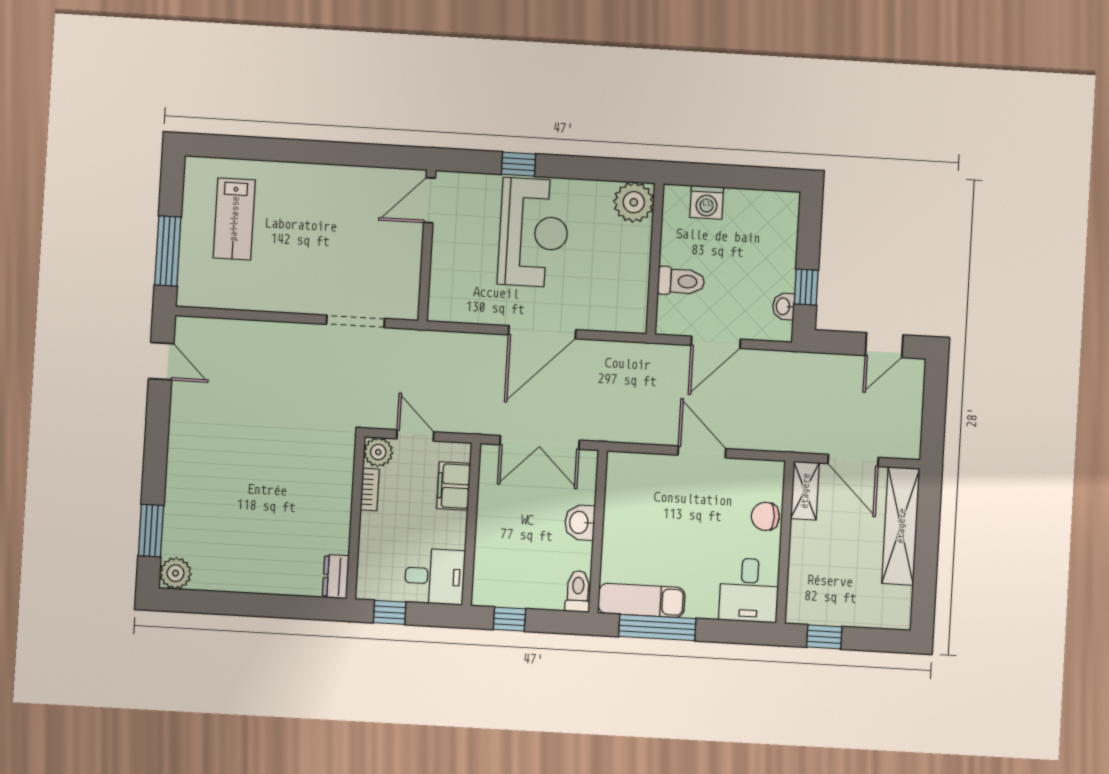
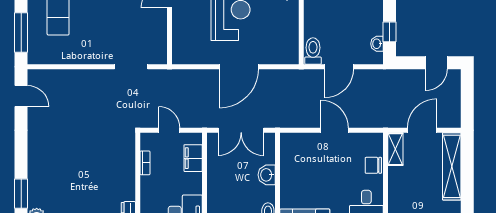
toilet: (681, 281) -> (313, 51), moved, turned -90
plant: (378, 452) -> (149, 141), removed
door: (853, 460) -> (422, 130), swing flipped

